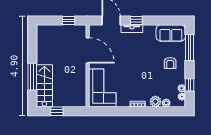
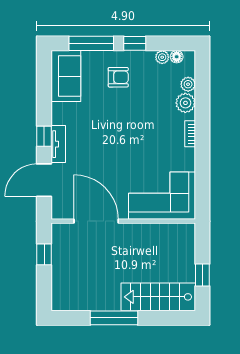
door: (88, 50) -> (96, 221), hinge flipped
window: (32, 77) -> (114, 318), moved
window: (190, 85) -> (135, 43), moved

